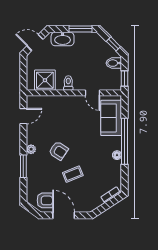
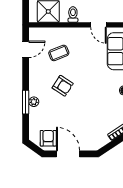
plant: (31, 149) -> (34, 102), moved
coffee table: (73, 174) -> (59, 53), moved
armchair: (45, 200) -> (48, 138), turned -90

